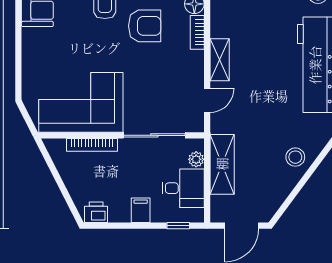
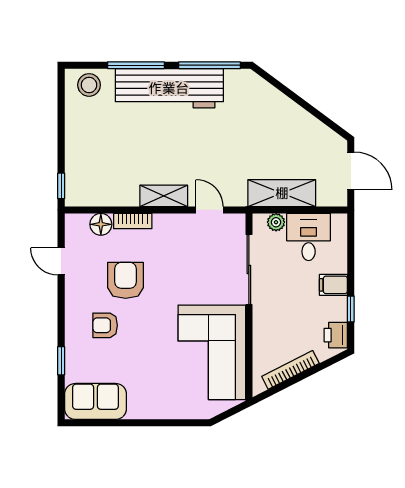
bookcase: (92, 145) -> (290, 370), moved, turned -117
stool: (295, 157) -> (273, 110), removed
window: (178, 226) -> (351, 309), moved

